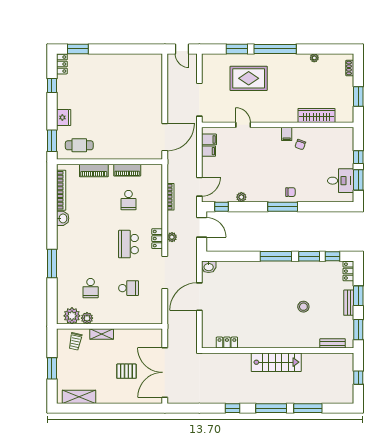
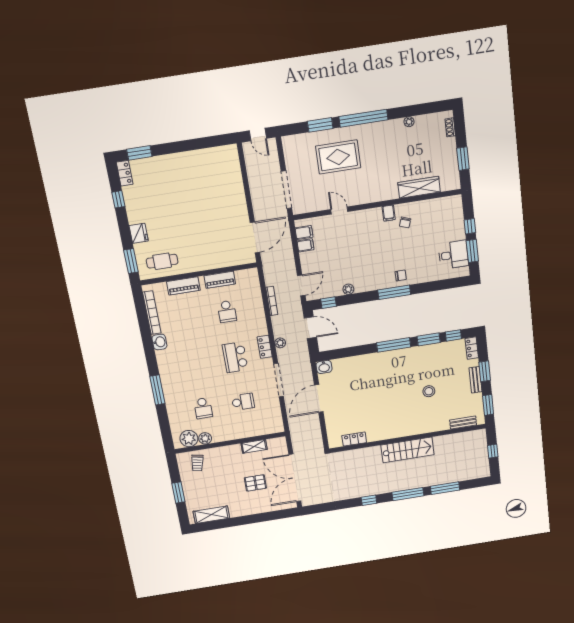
shelving: (102, 334) -> (254, 446), moved

